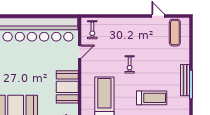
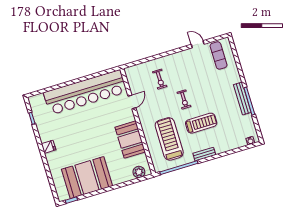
exercise bike: (92, 30) -> (160, 79), moved
treadmill: (152, 98) -> (201, 123), moved

